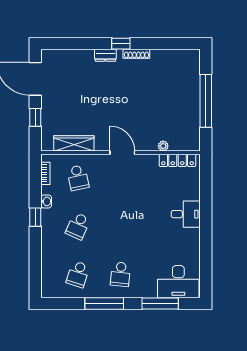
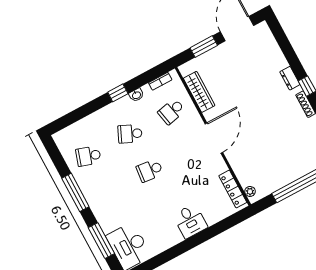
window: (35, 117) -> (204, 47), width x1.50
plant: (163, 146) -> (250, 191), moved
door: (122, 153) -> (214, 138), width x1.36
school desk: (120, 274) -> (150, 170), moved

